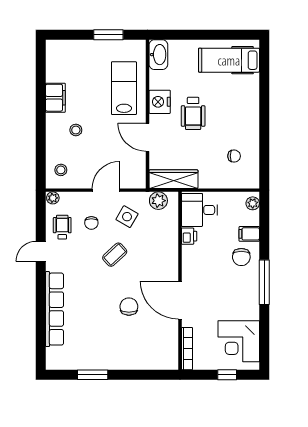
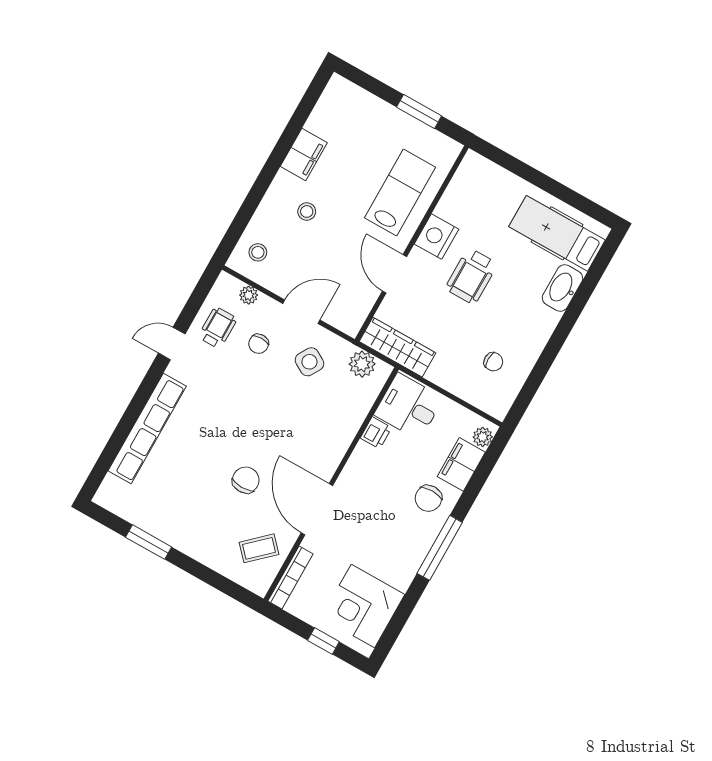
washbasin: (158, 55) -> (562, 288), moved, turned 180
plant: (53, 198) -> (249, 295), moved
filing cabinet: (249, 234) -> (461, 464), width x2.00
coffee table: (115, 255) -> (259, 548), moved

